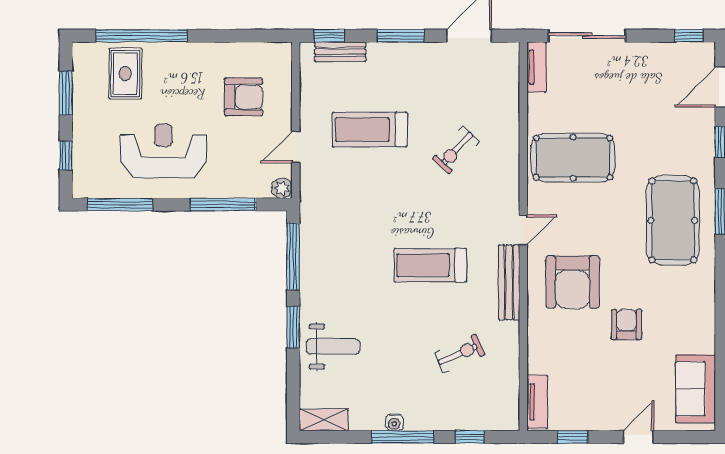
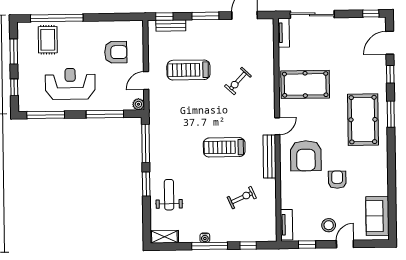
weight bench: (333, 347) -> (169, 195), turned -90
stool: (610, 404) -> (329, 225), added

